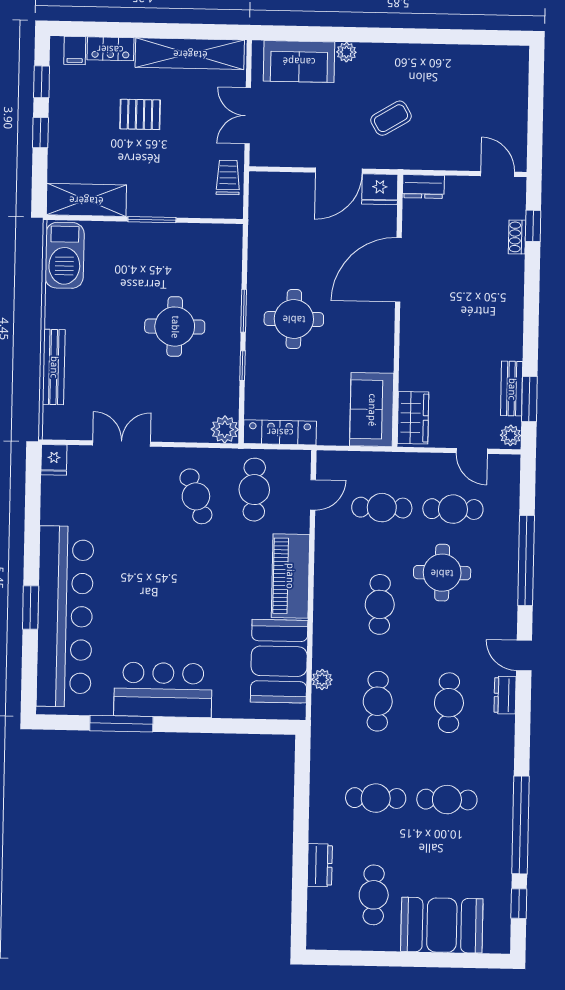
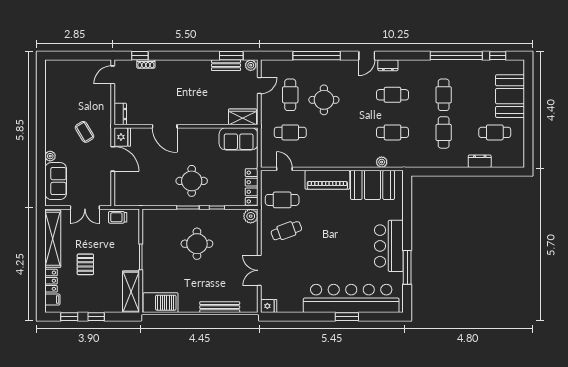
door: (398, 270) -> (165, 126), width x0.73
cafe table: (382, 508) -> (290, 132), turned 90
cafe table: (380, 604) -> (341, 132), removed

